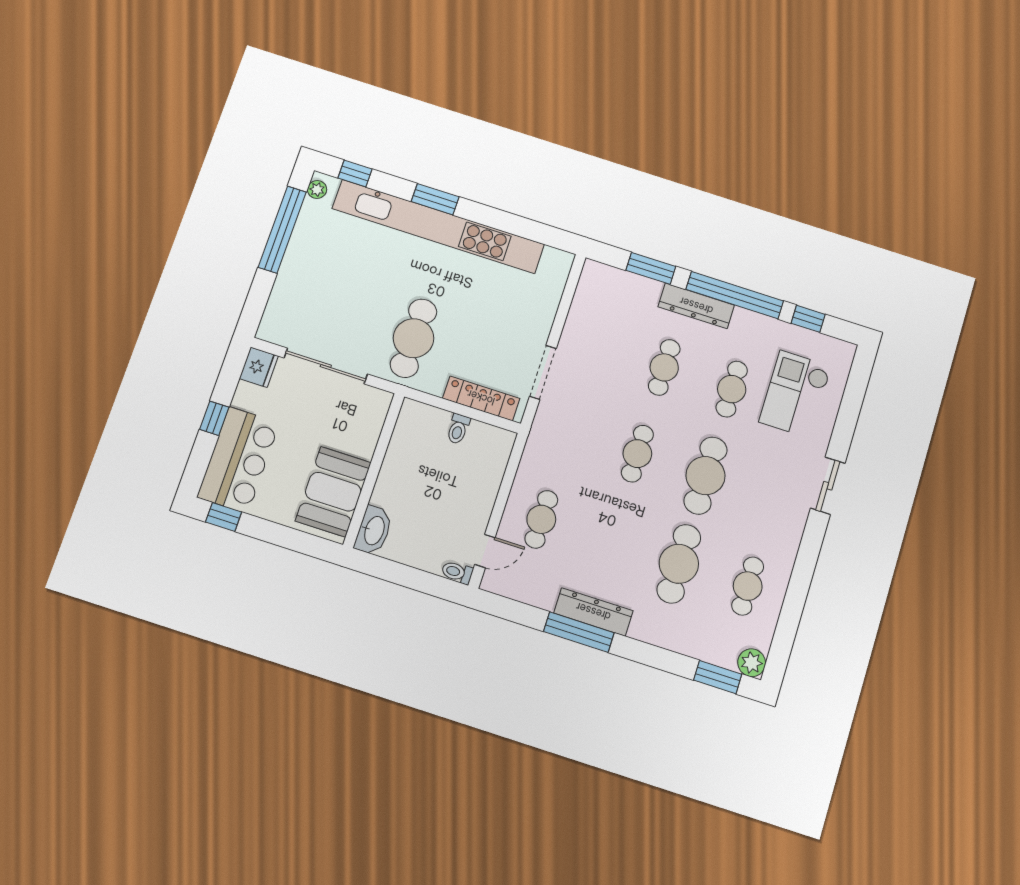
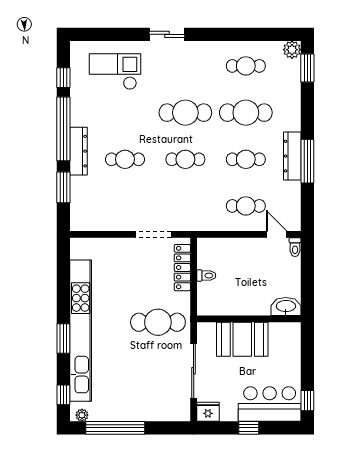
cafe table: (732, 389) -> (246, 159), moved
checkout: (795, 394) -> (115, 72), turned 180
booth: (333, 492) -> (242, 339), moved

